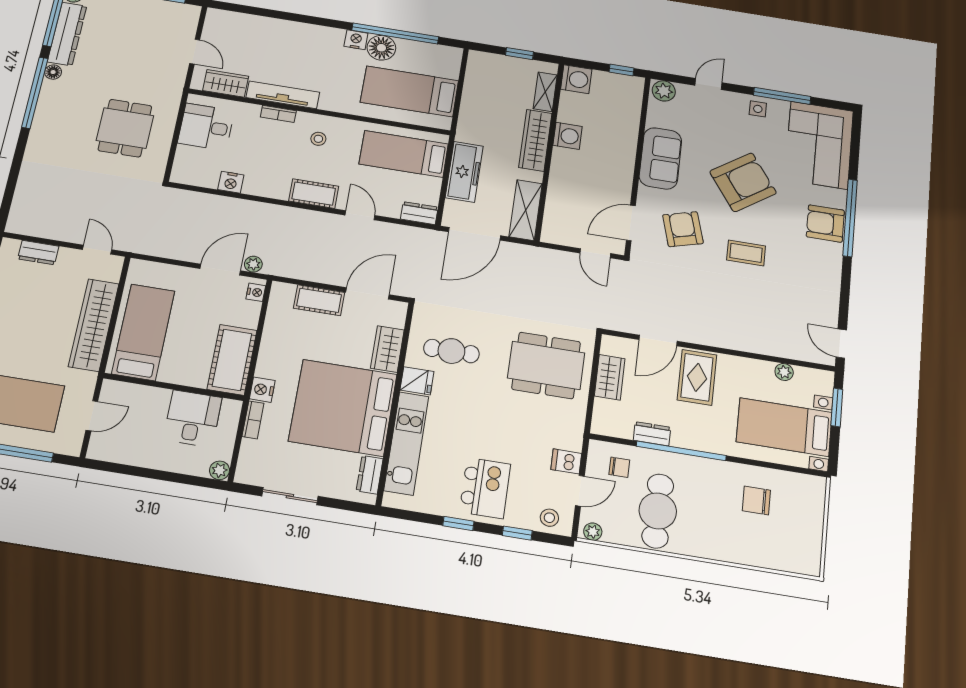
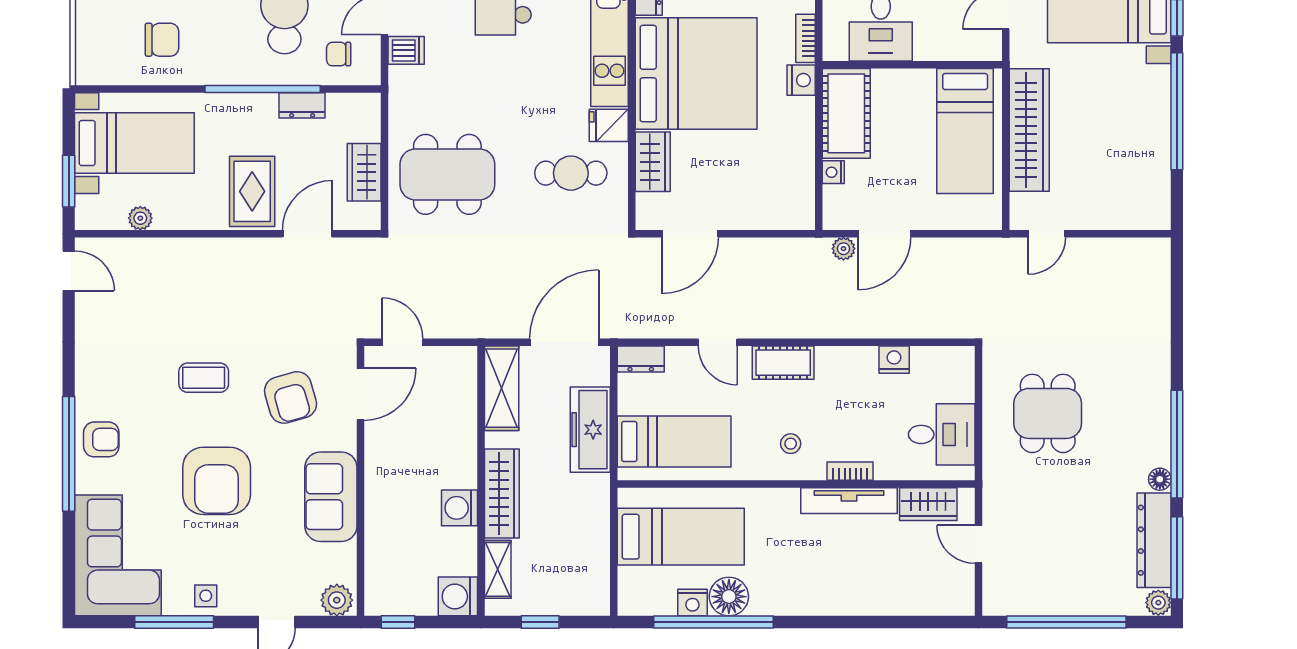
nightstand: (356, 40) -> (692, 603), moved
armchair: (743, 182) -> (217, 481), turned -55
armchair: (825, 223) -> (101, 439), width x0.72, depth x0.72
door: (97, 250) -> (1047, 234), hinge flipped
dresser: (38, 253) -> (1121, 216), removed
nightstand: (256, 292) -> (833, 172), moved
cot: (319, 300) -> (751, 213), removed

